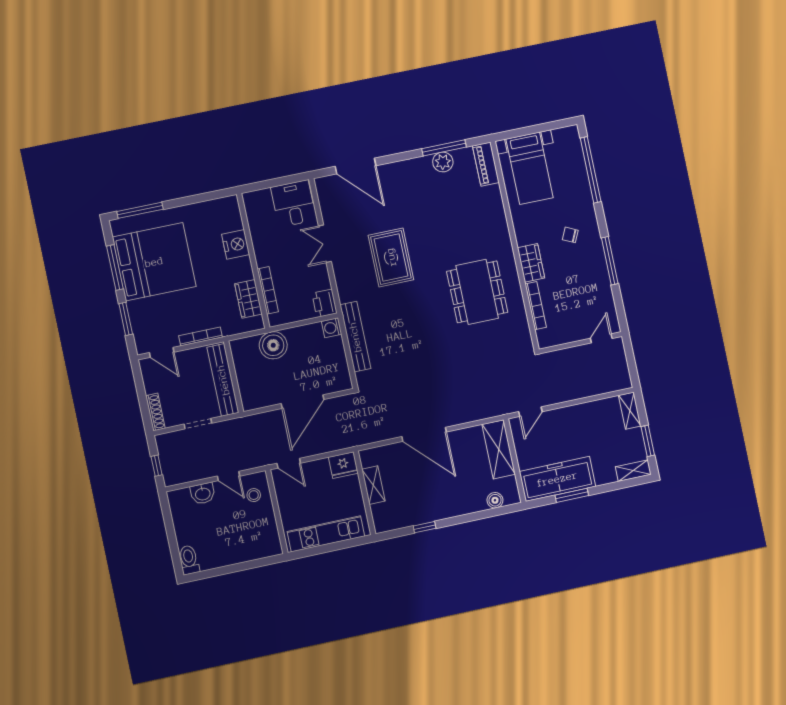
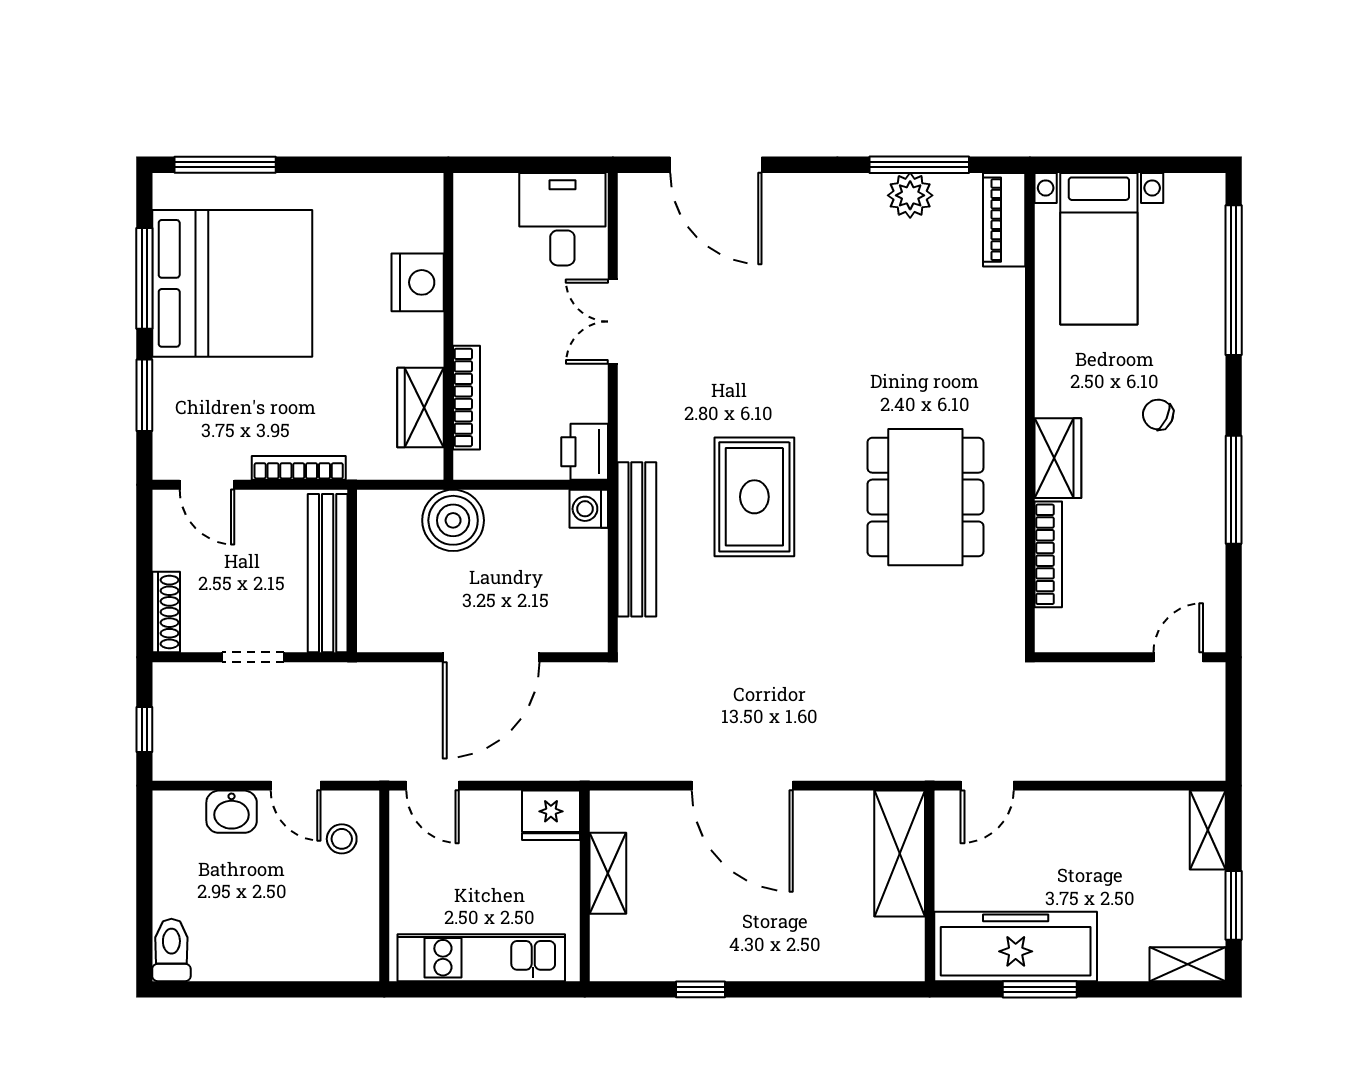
rug: (391, 257) -> (754, 497), moved
boiler: (495, 500) -> (868, 964), removed

